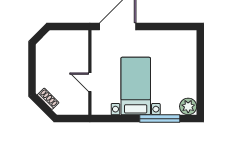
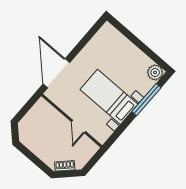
door: (90, 82) -> (78, 127), hinge flipped

